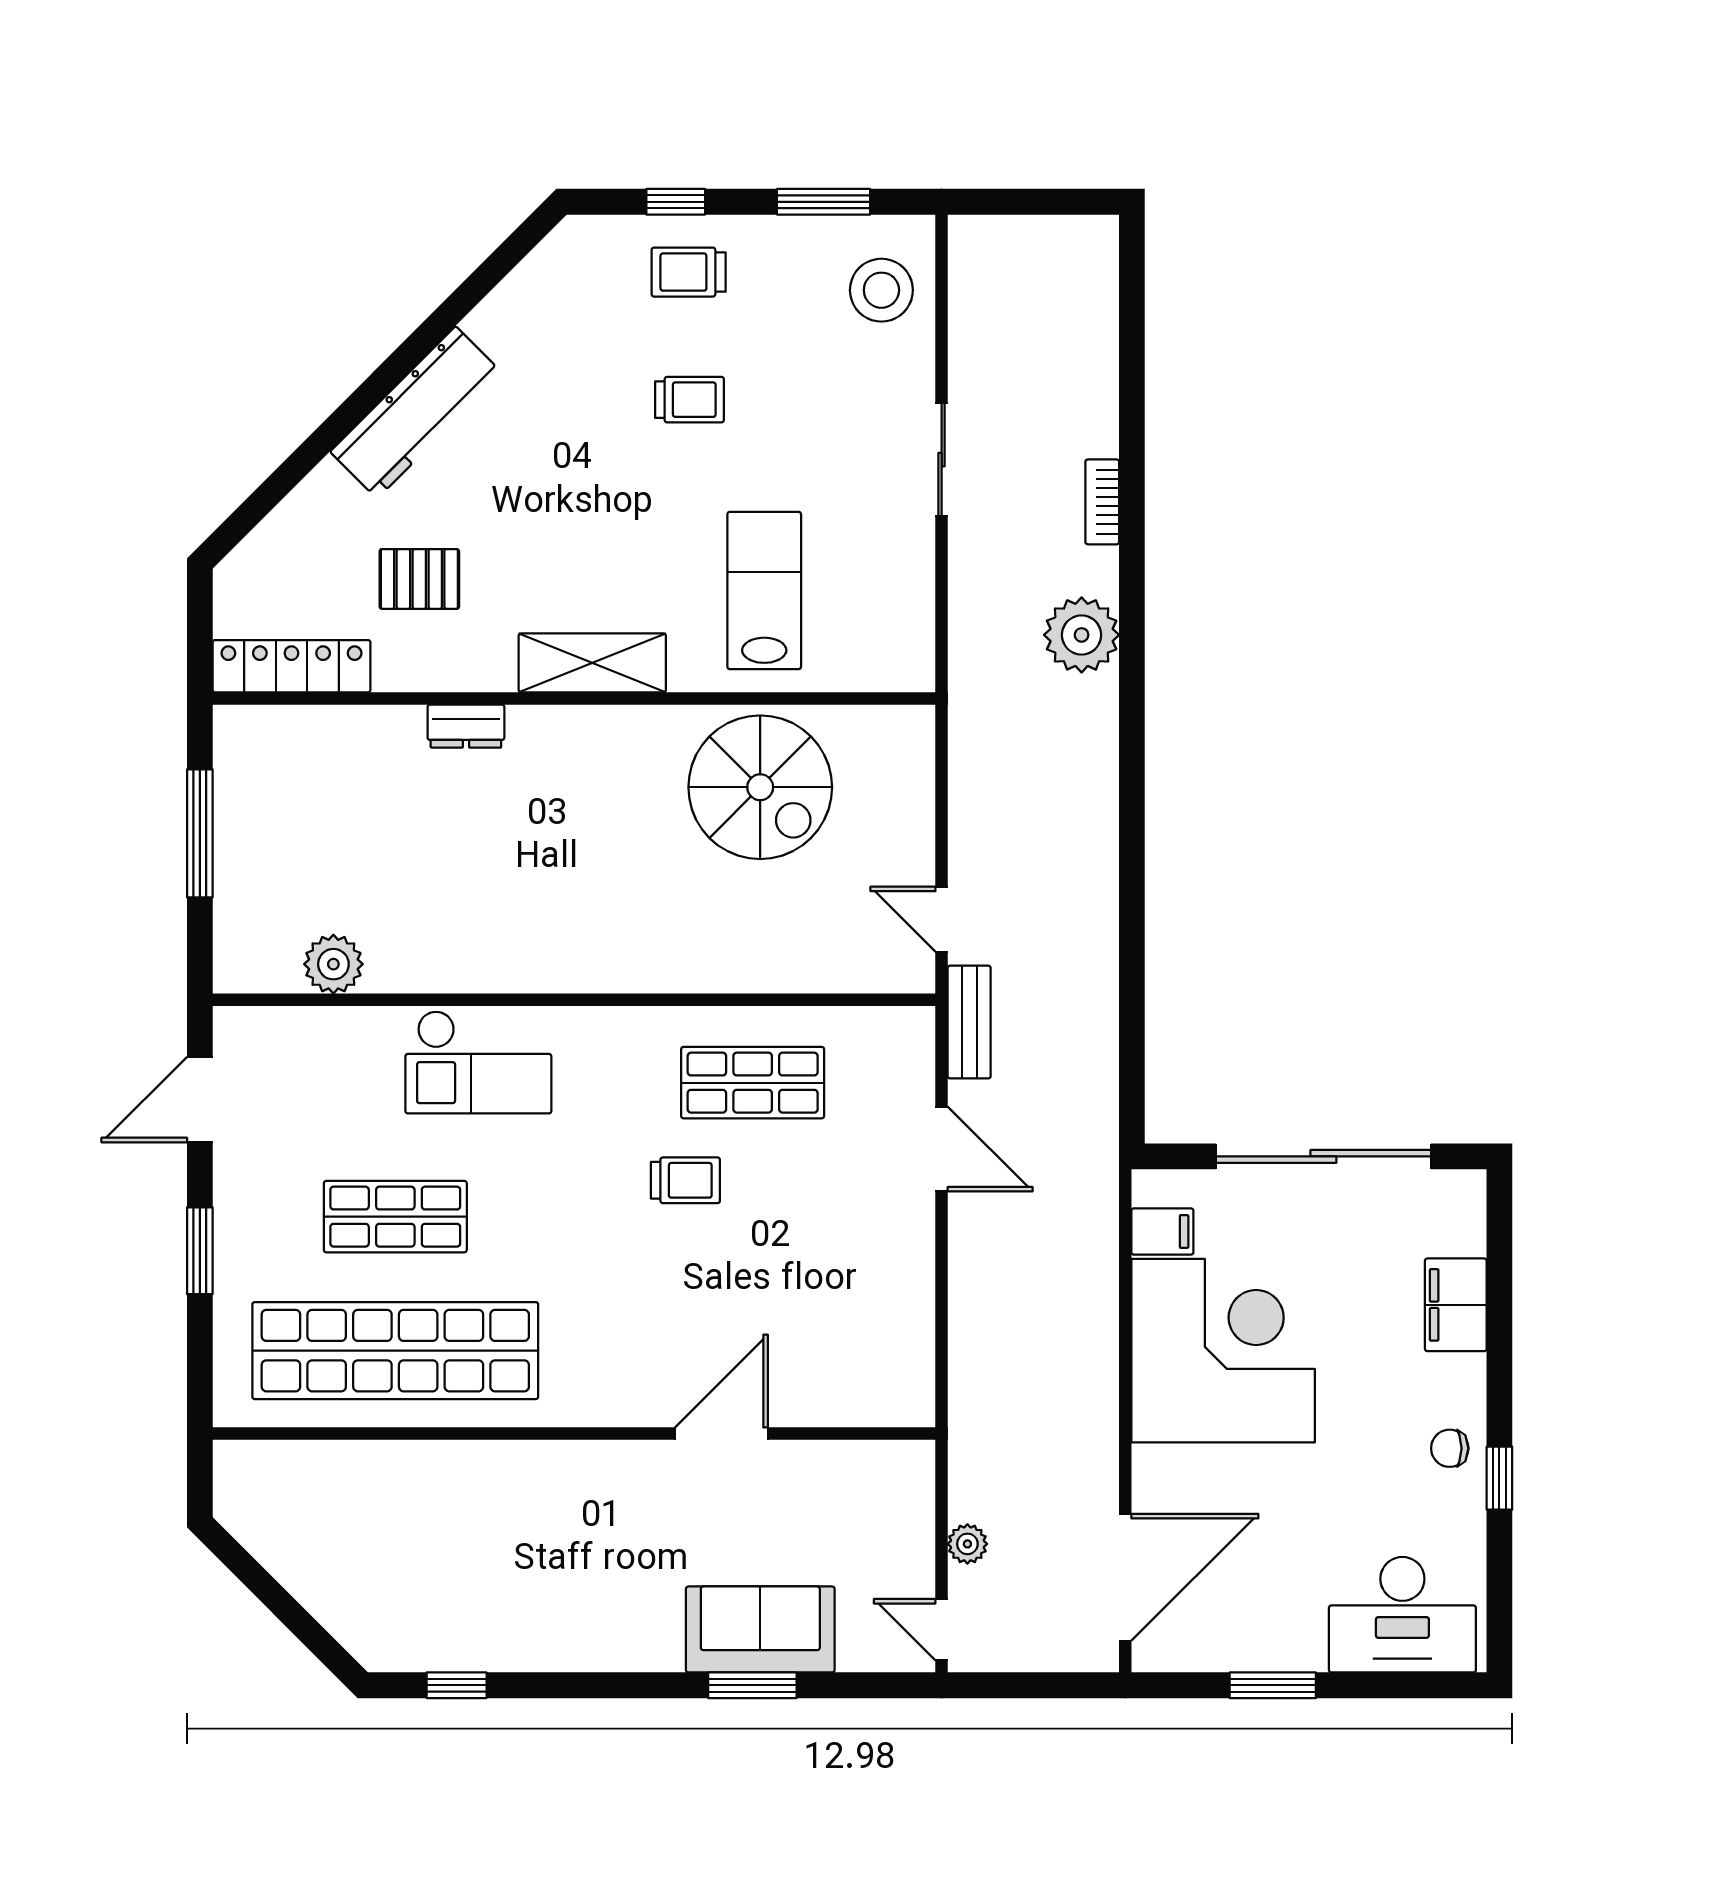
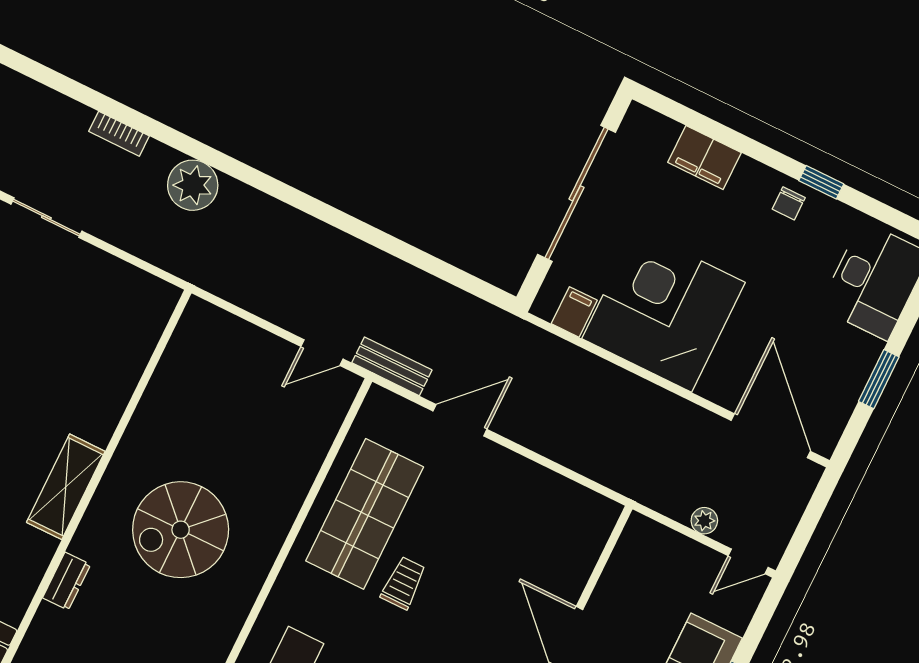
lab bench: (764, 590) -> (73, 362), removed
spiral stairs: (760, 787) -> (181, 530), moved, turned 180
shop shelf: (753, 1083) -> (365, 514), width x1.43, depth x1.36

